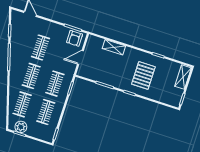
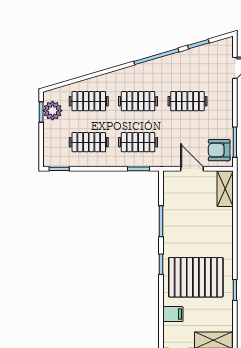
shelving: (114, 47) -> (225, 189), moved
pallet: (143, 75) -> (196, 277), width x1.37, depth x1.41
filing cabinet: (160, 96) -> (173, 314), added

